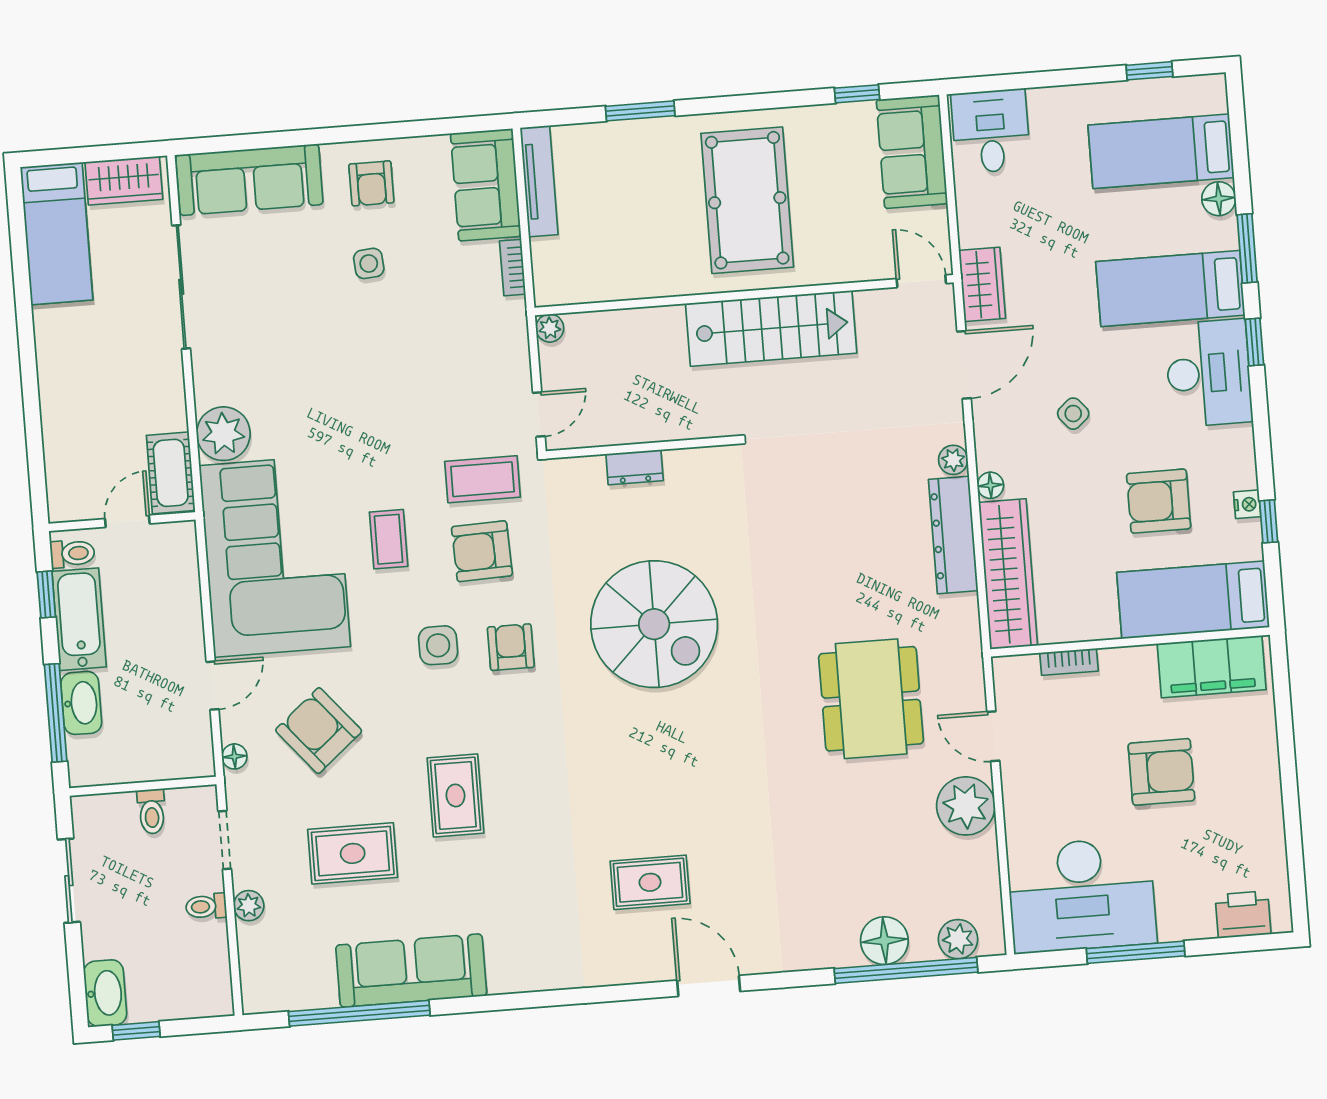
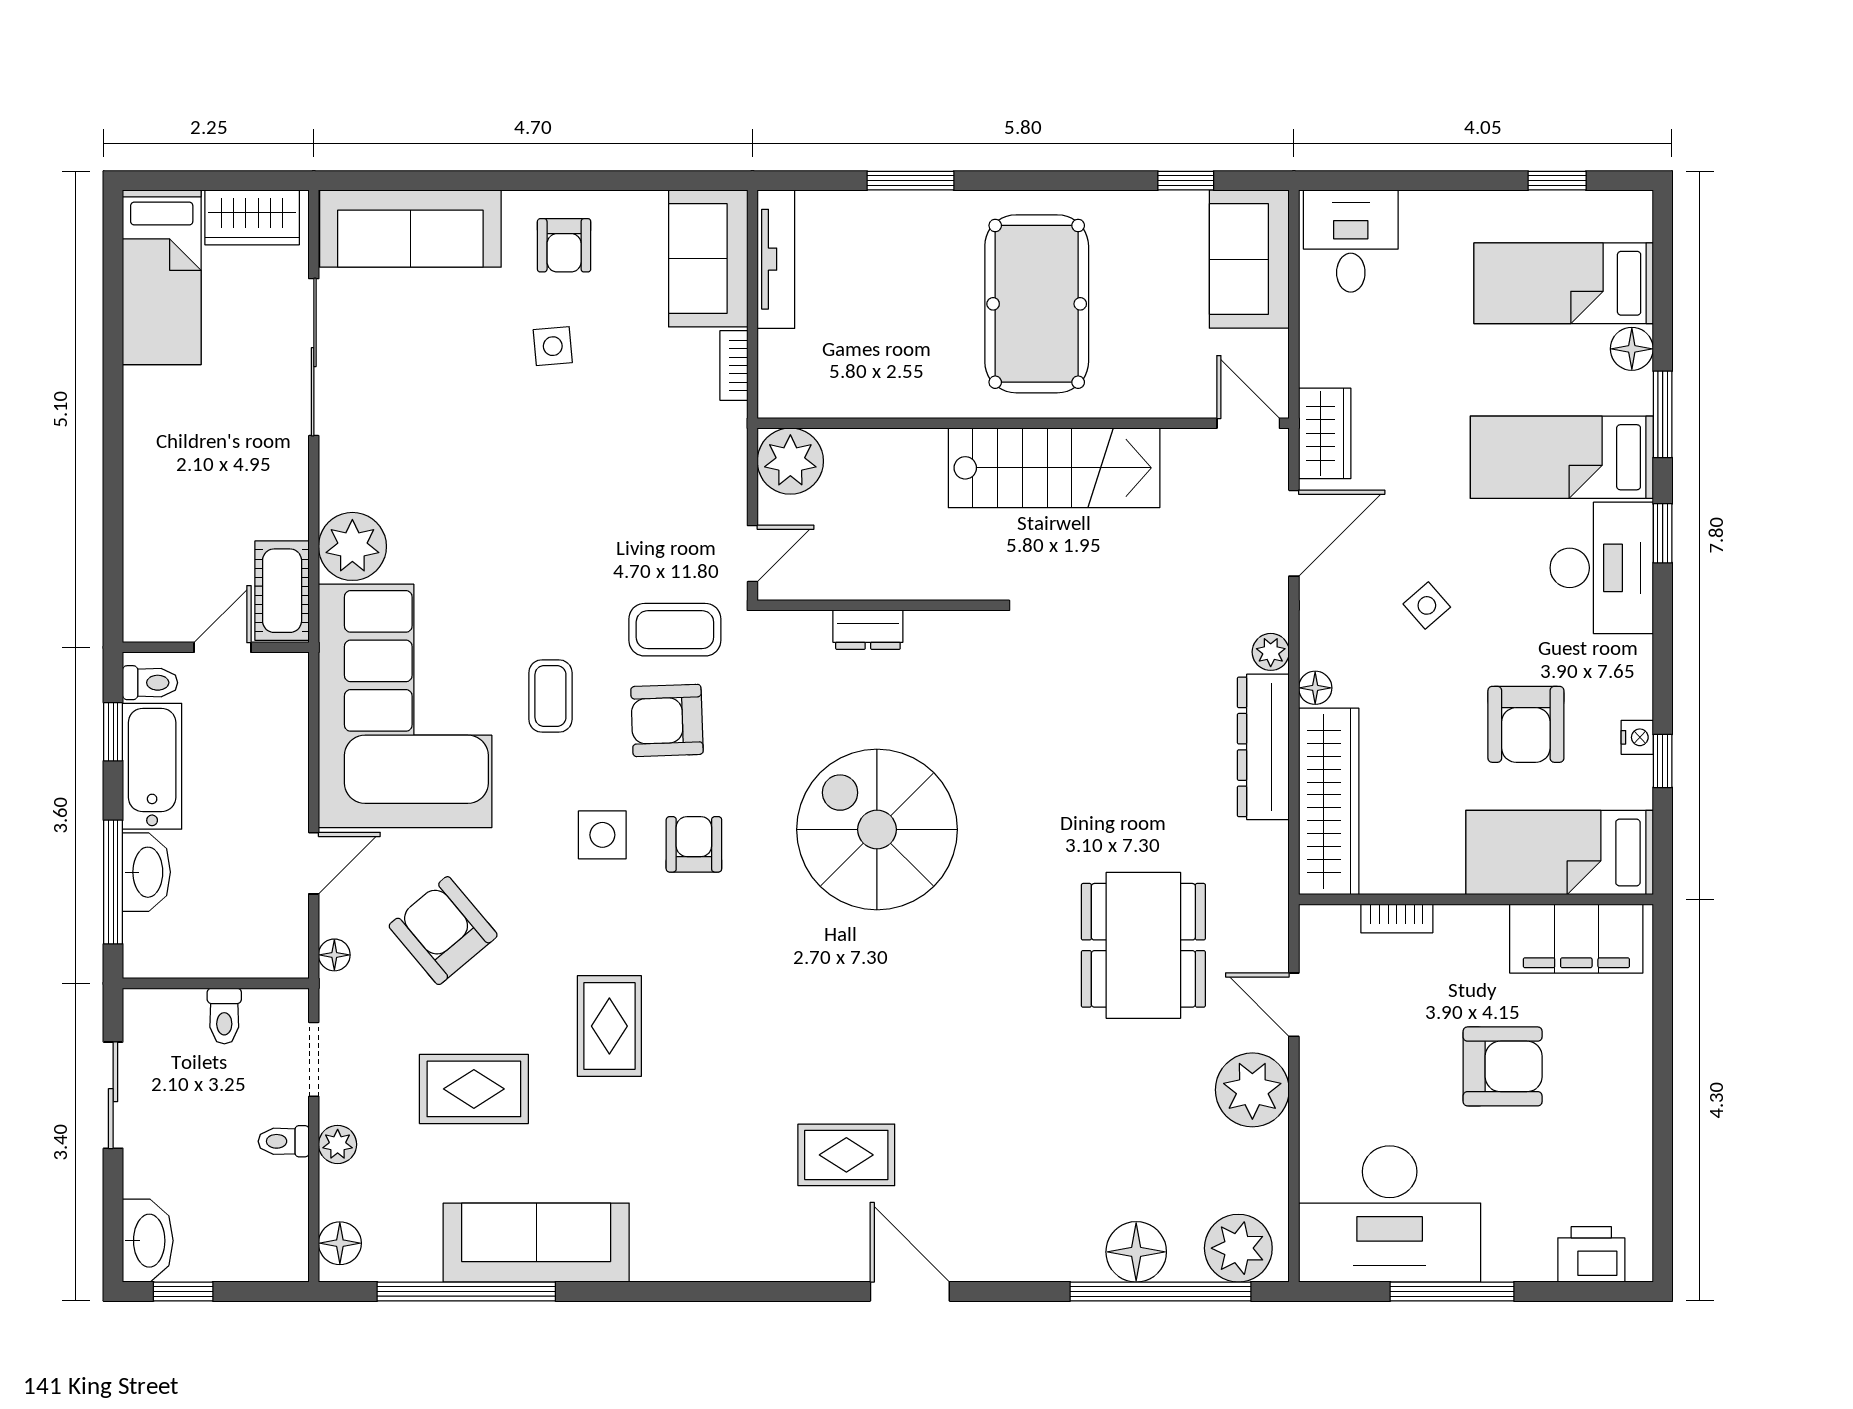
plant: (550, 328) -> (790, 461), width x1.88, depth x1.88
armchair: (1159, 501) -> (1526, 724), turned -90
spiral stairs: (654, 624) -> (877, 830), turned 180
plant: (958, 939) -> (1238, 1248), width x1.36, depth x1.36
floor lamp: (257, 983) -> (340, 1243), added

